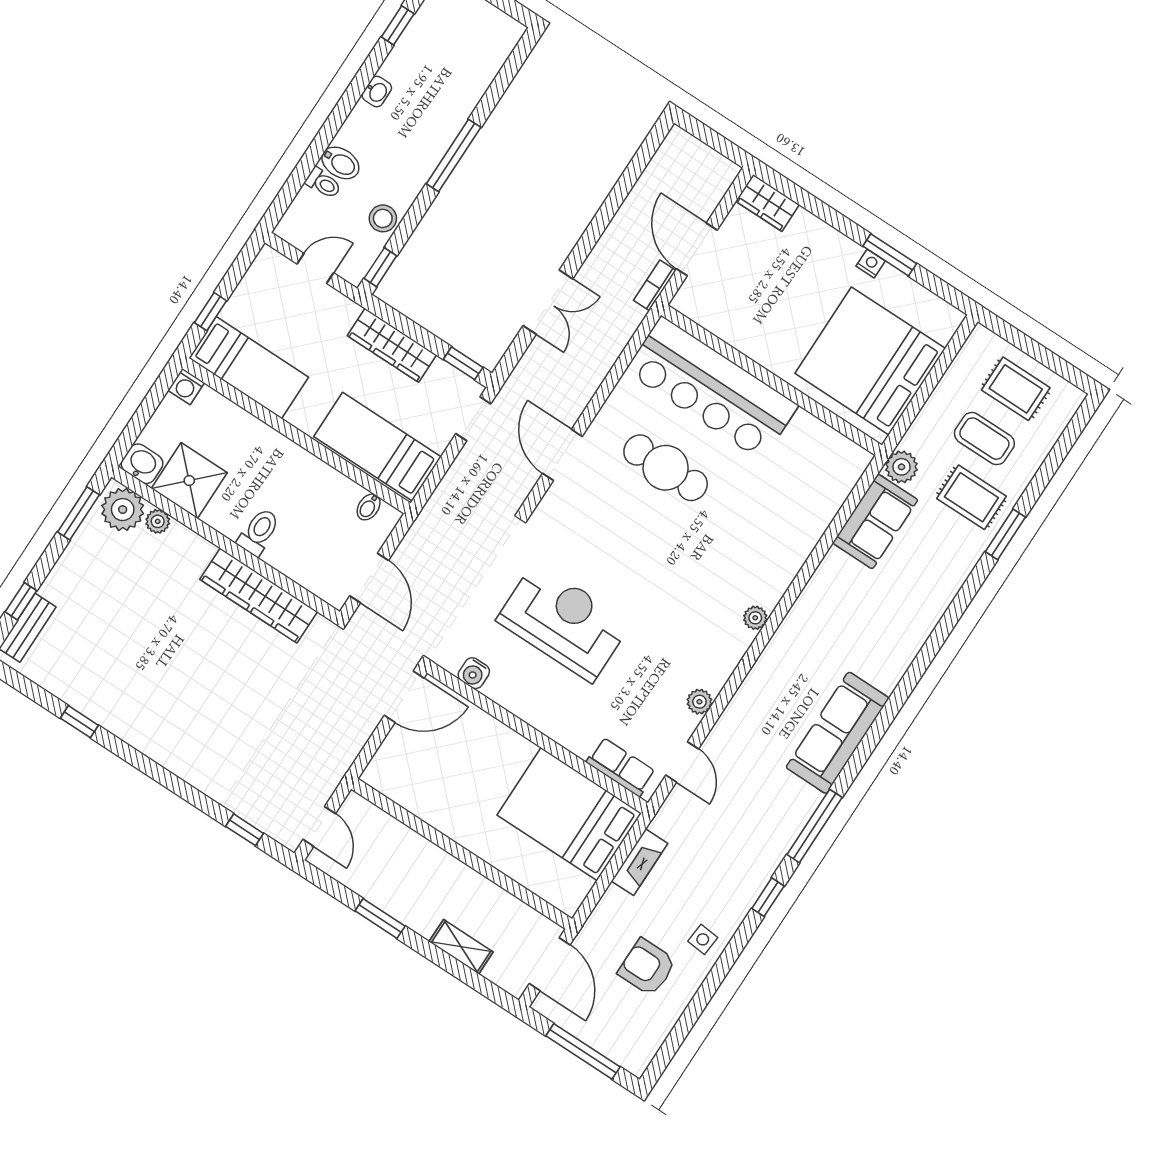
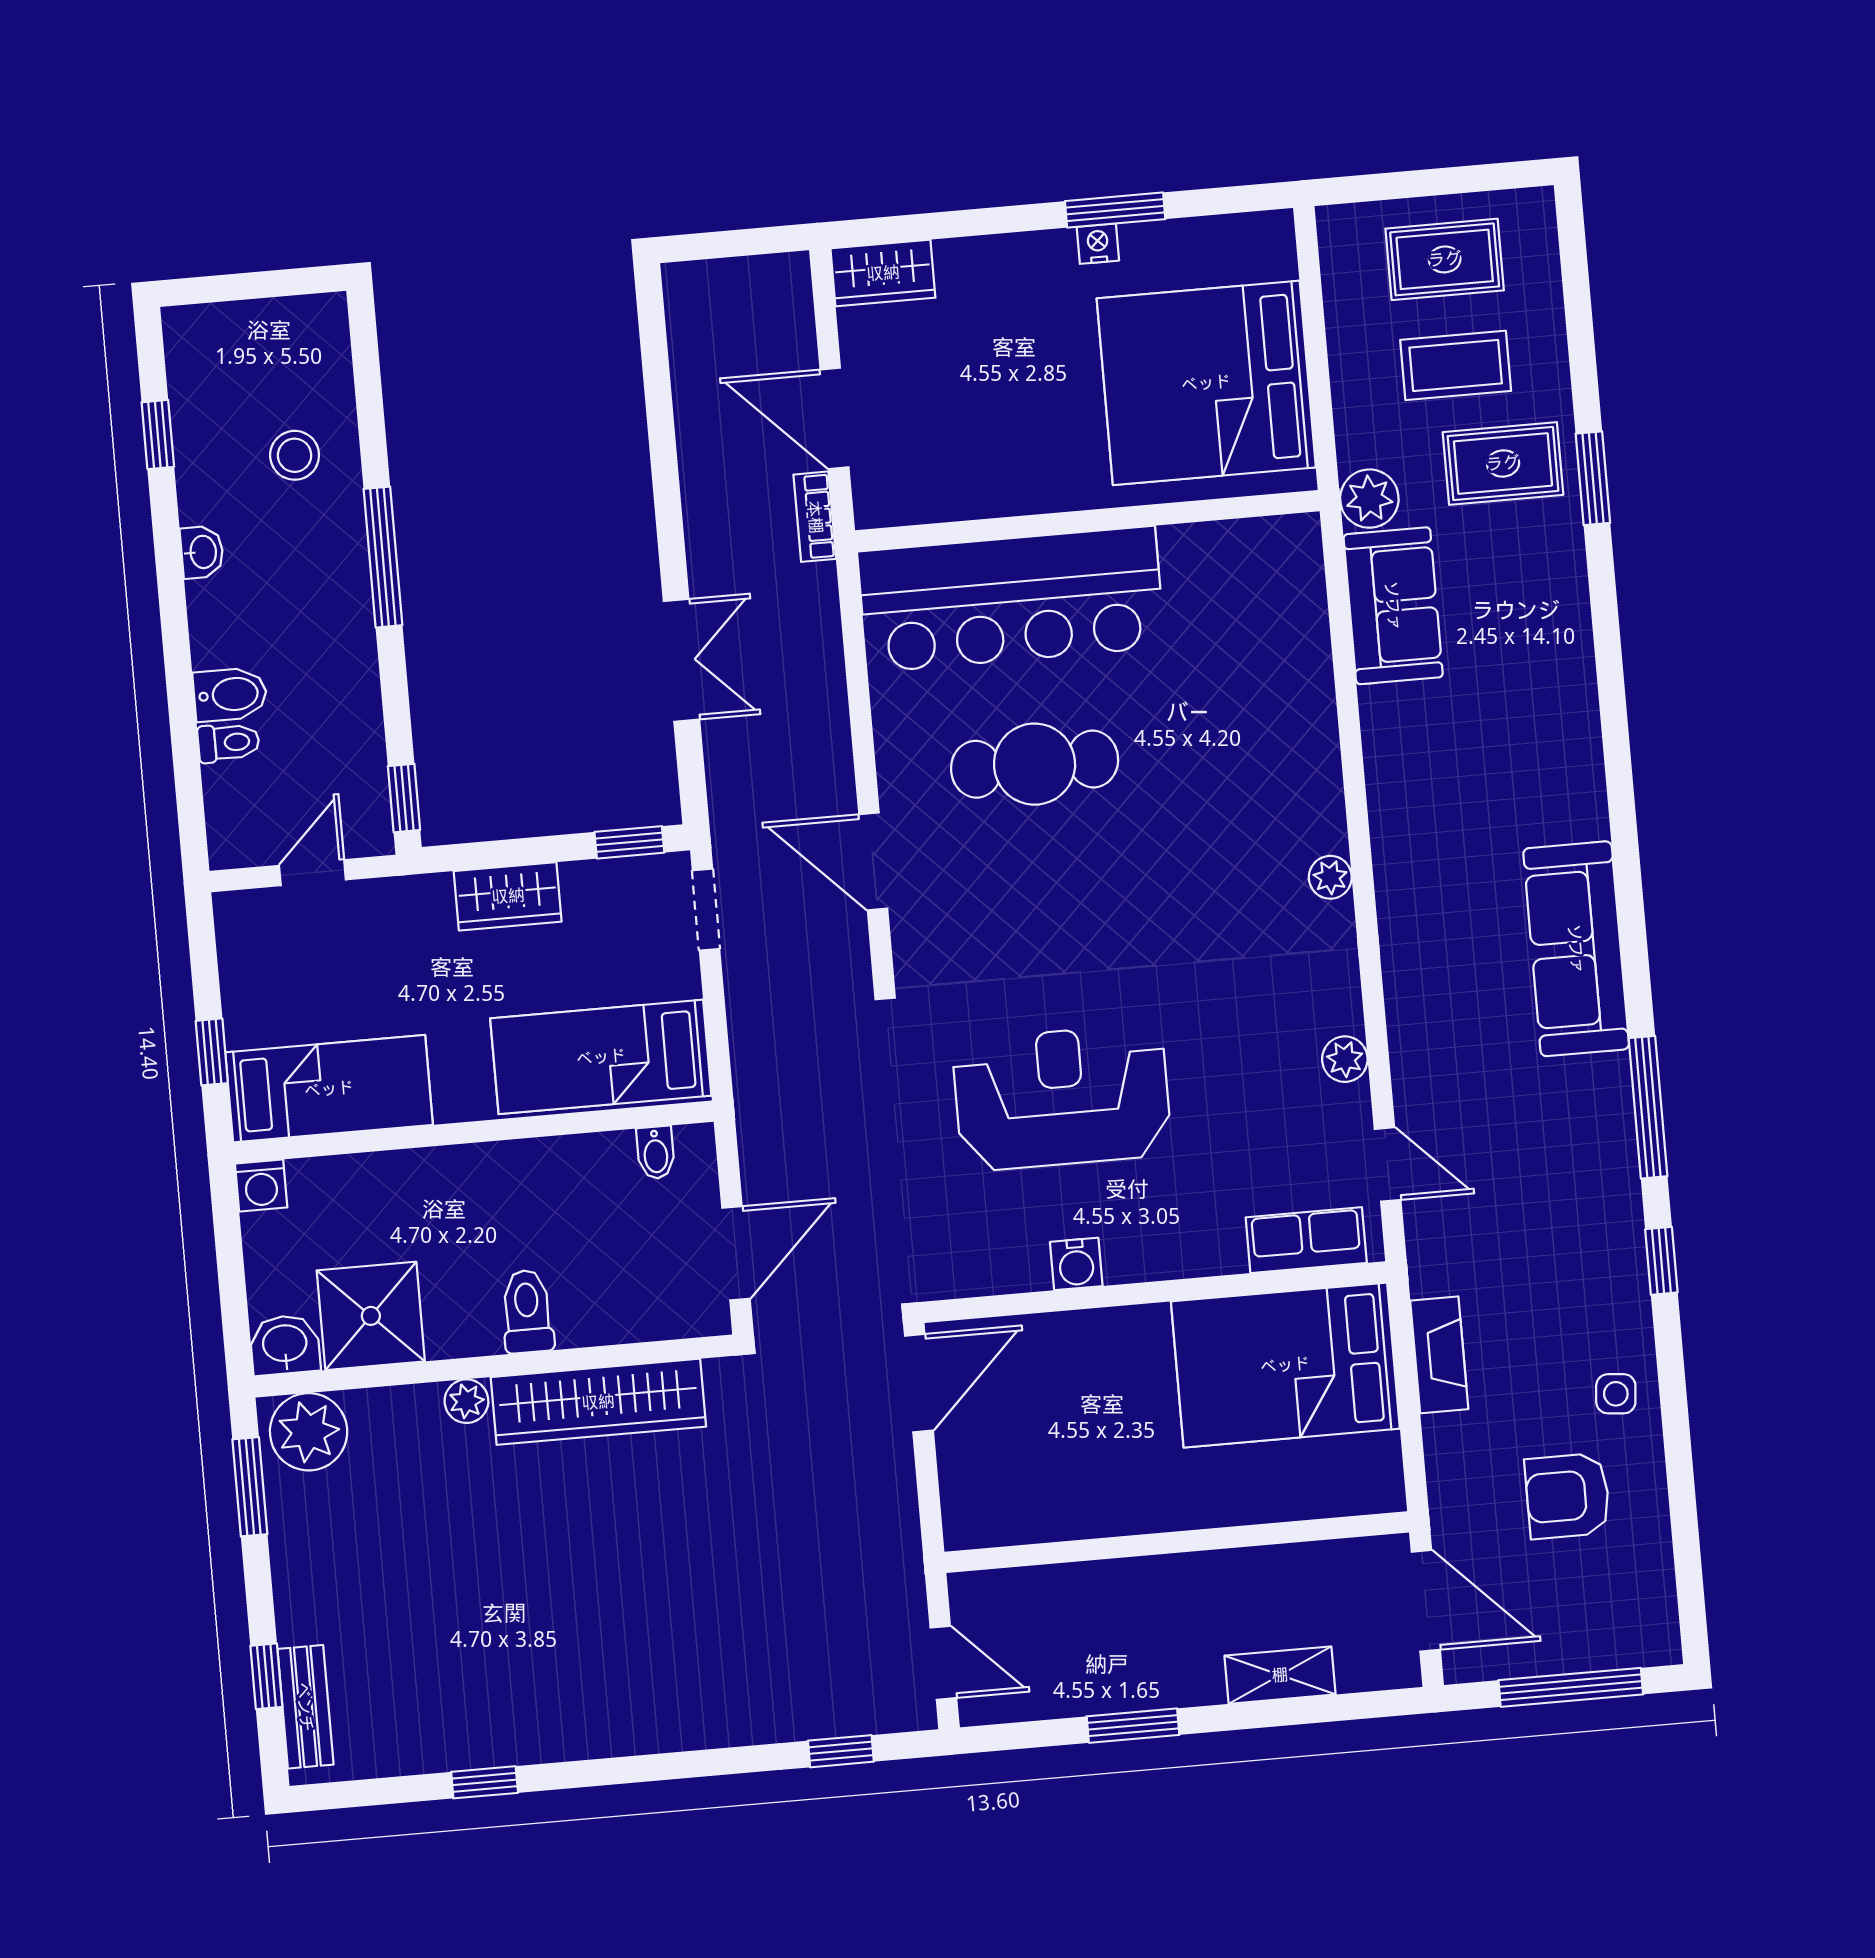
stool: (383, 218) -> (295, 455), moved
wardrobe: (392, 345) -> (508, 896), width x0.67
plant: (158, 521) -> (466, 1401), moved
door: (369, 578) -> (736, 1253), hinge flipped
water cooler: (474, 673) -> (1076, 1264), moved

